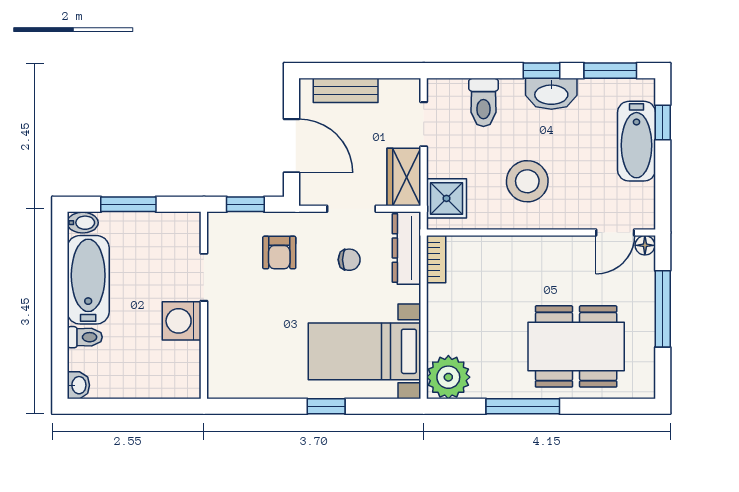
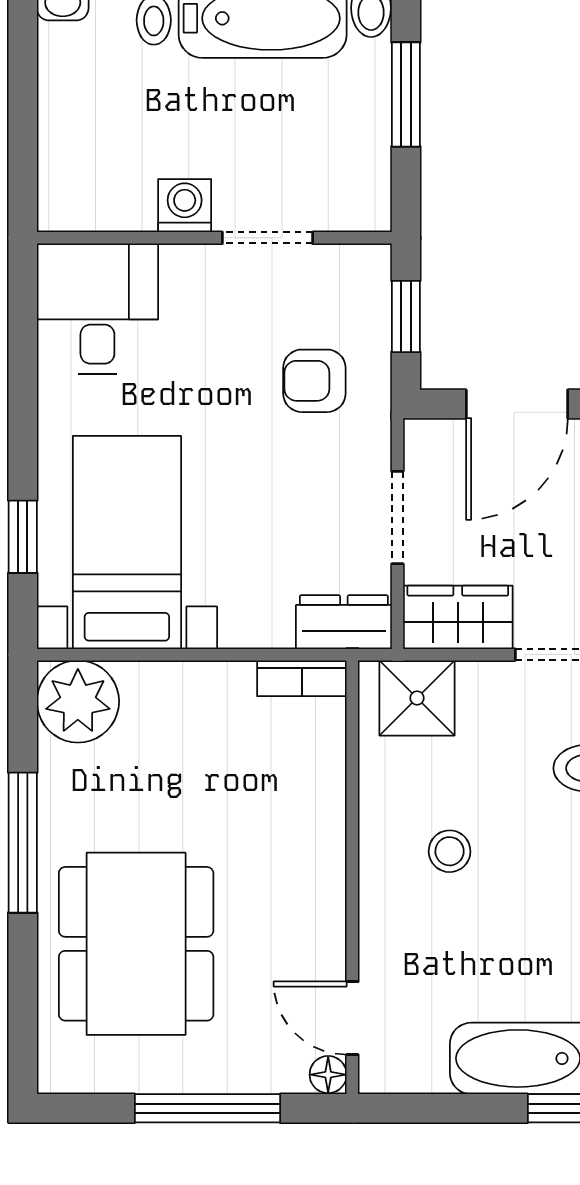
stool: (527, 181) -> (450, 851), width x0.53, depth x0.53
dresser: (407, 248) -> (344, 622), width x0.70
chair: (349, 260) -> (301, 513), removed
washing machine: (182, 321) -> (185, 206), width x0.73, depth x0.73
desk: (241, 367) -> (97, 309), added
window: (326, 406) -> (23, 537), moved

